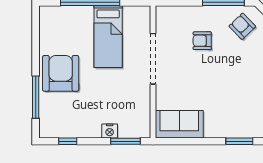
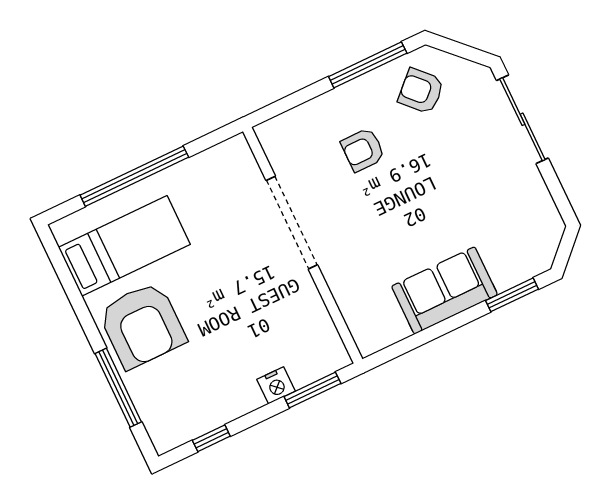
bed: (108, 37) -> (124, 246), moved, turned -90
armchair: (61, 73) -> (142, 325), turned 180
sofa: (179, 124) -> (445, 290), moved

